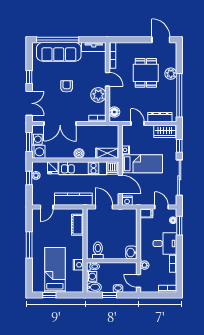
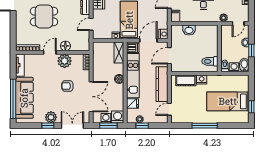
plant: (38, 80) -> (51, 117), added
armchair: (67, 86) -> (67, 86), moved
floor lamp: (114, 112) -> (65, 46), moved
door: (47, 207) -> (169, 109), swing flipped
washbasin: (131, 253) -> (189, 30), moved
nightstand: (78, 265) -> (202, 80), moved

